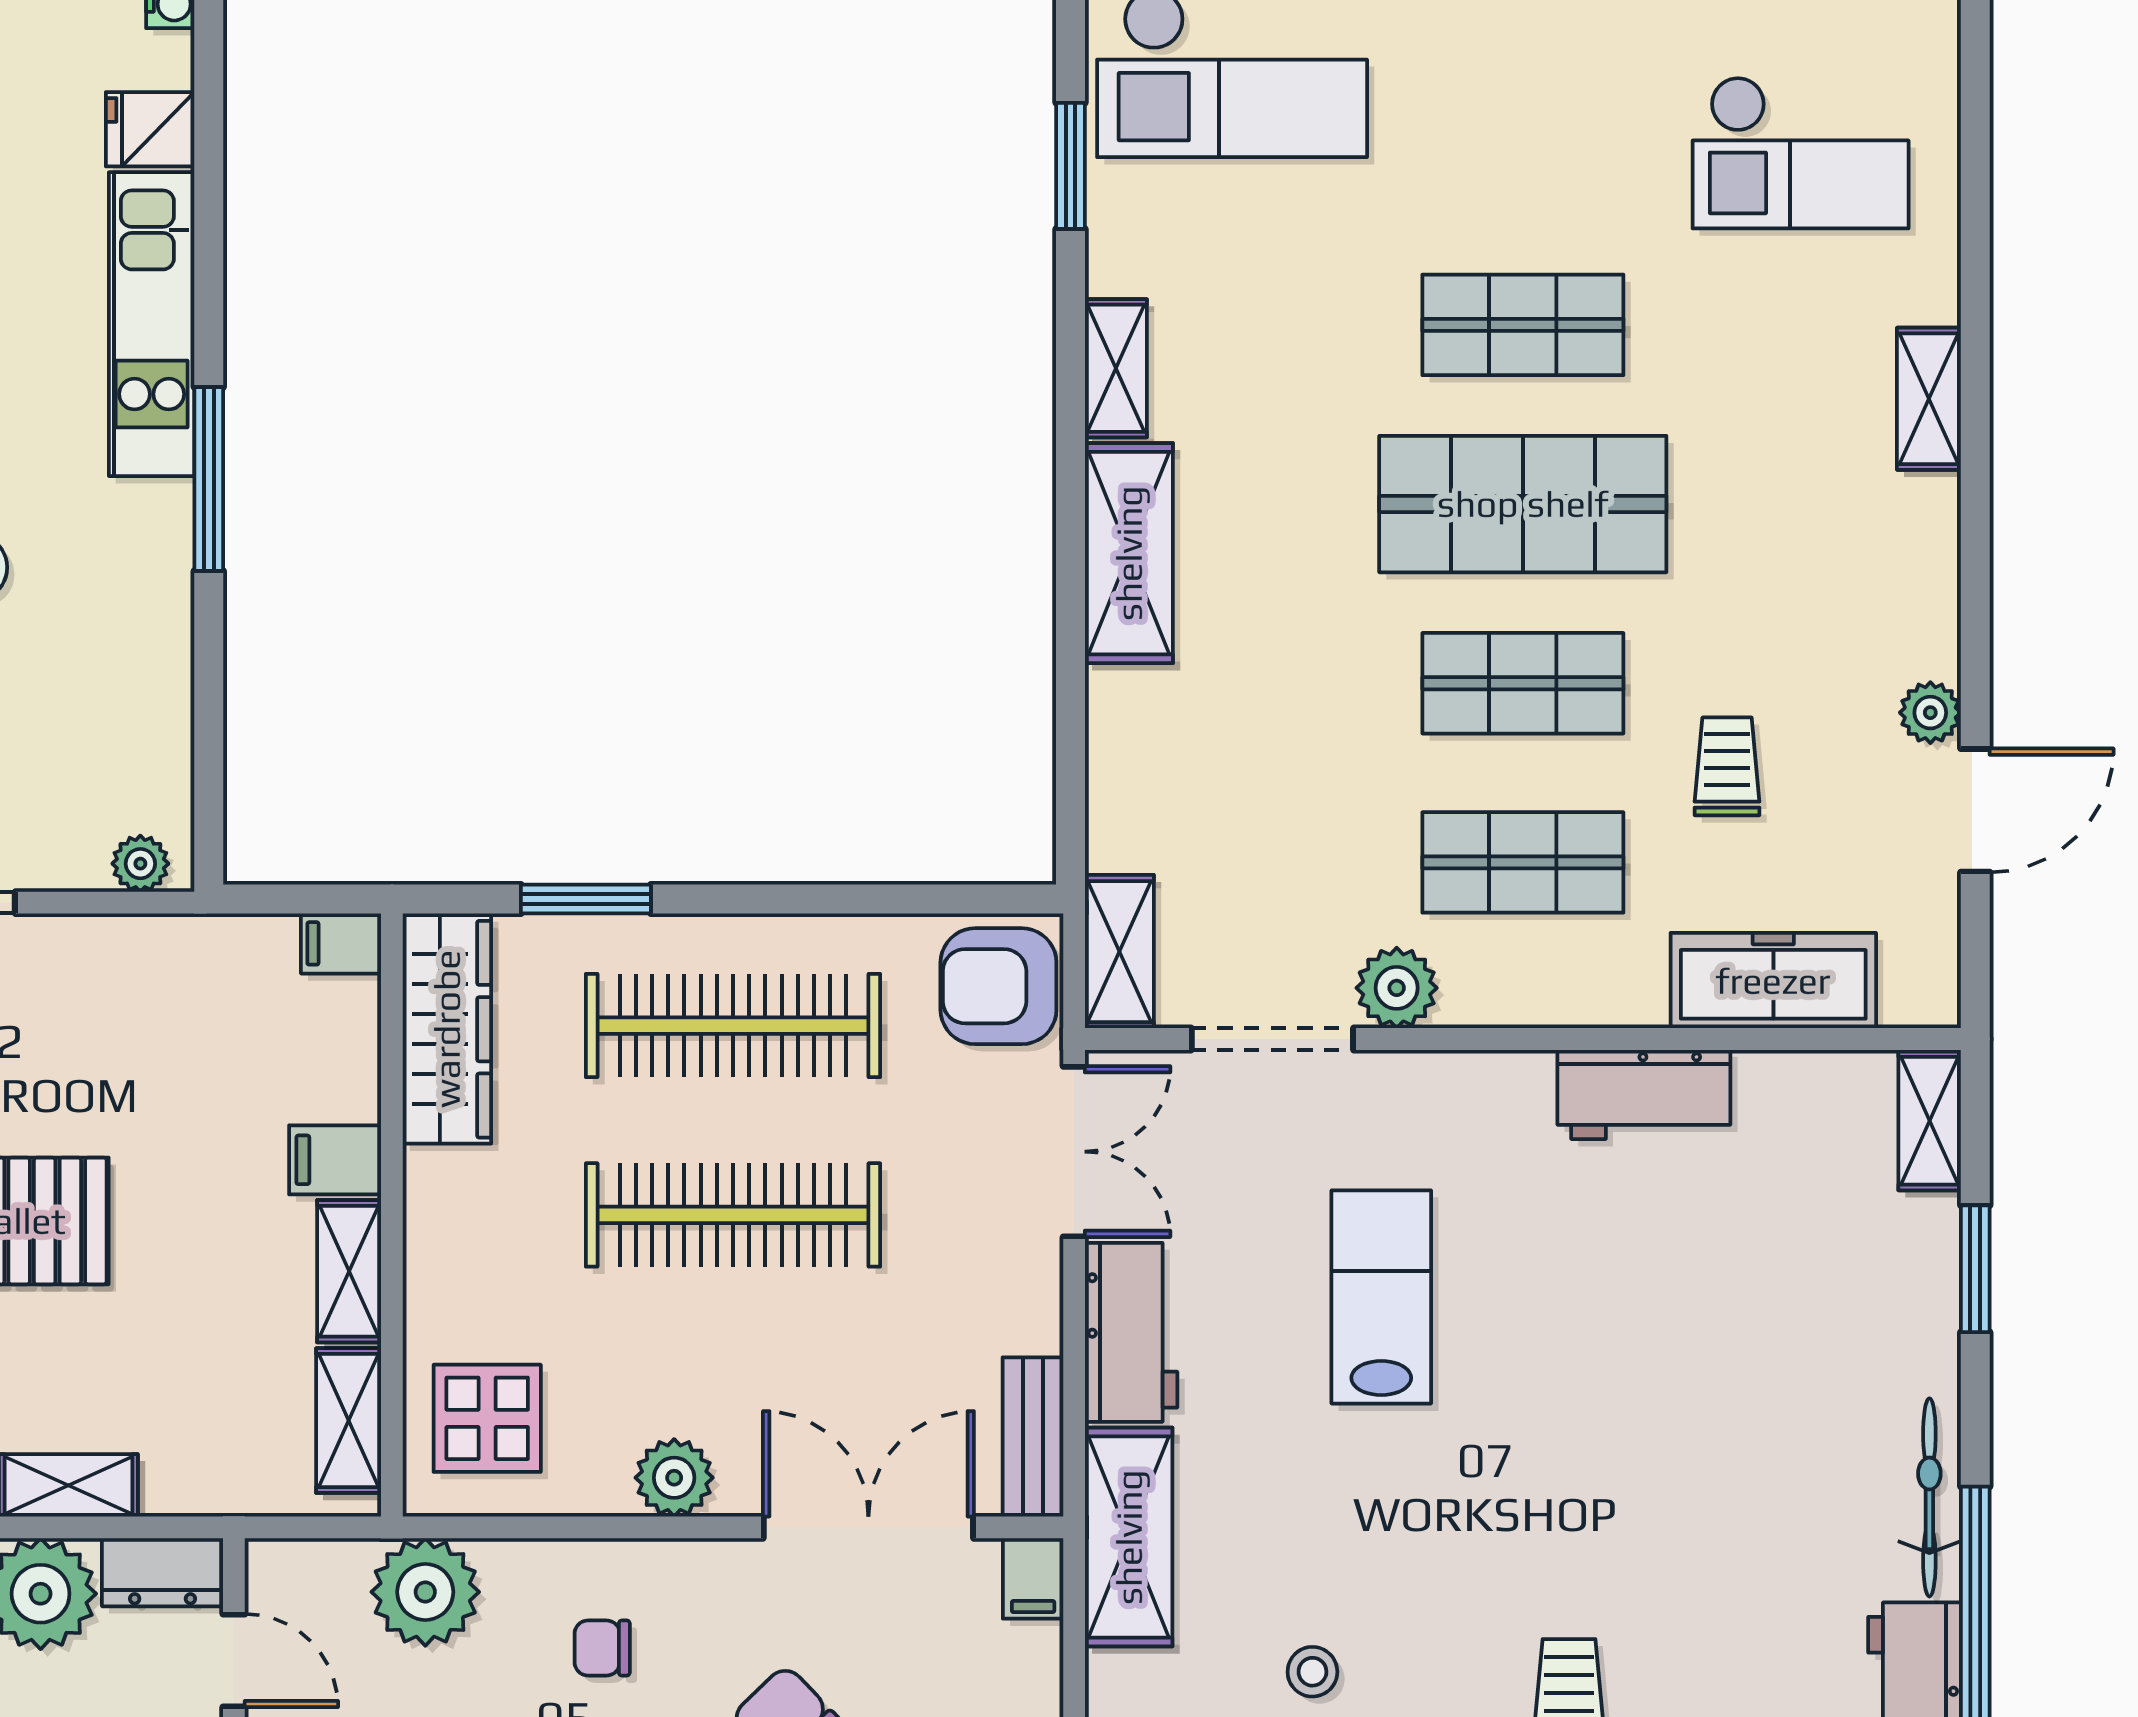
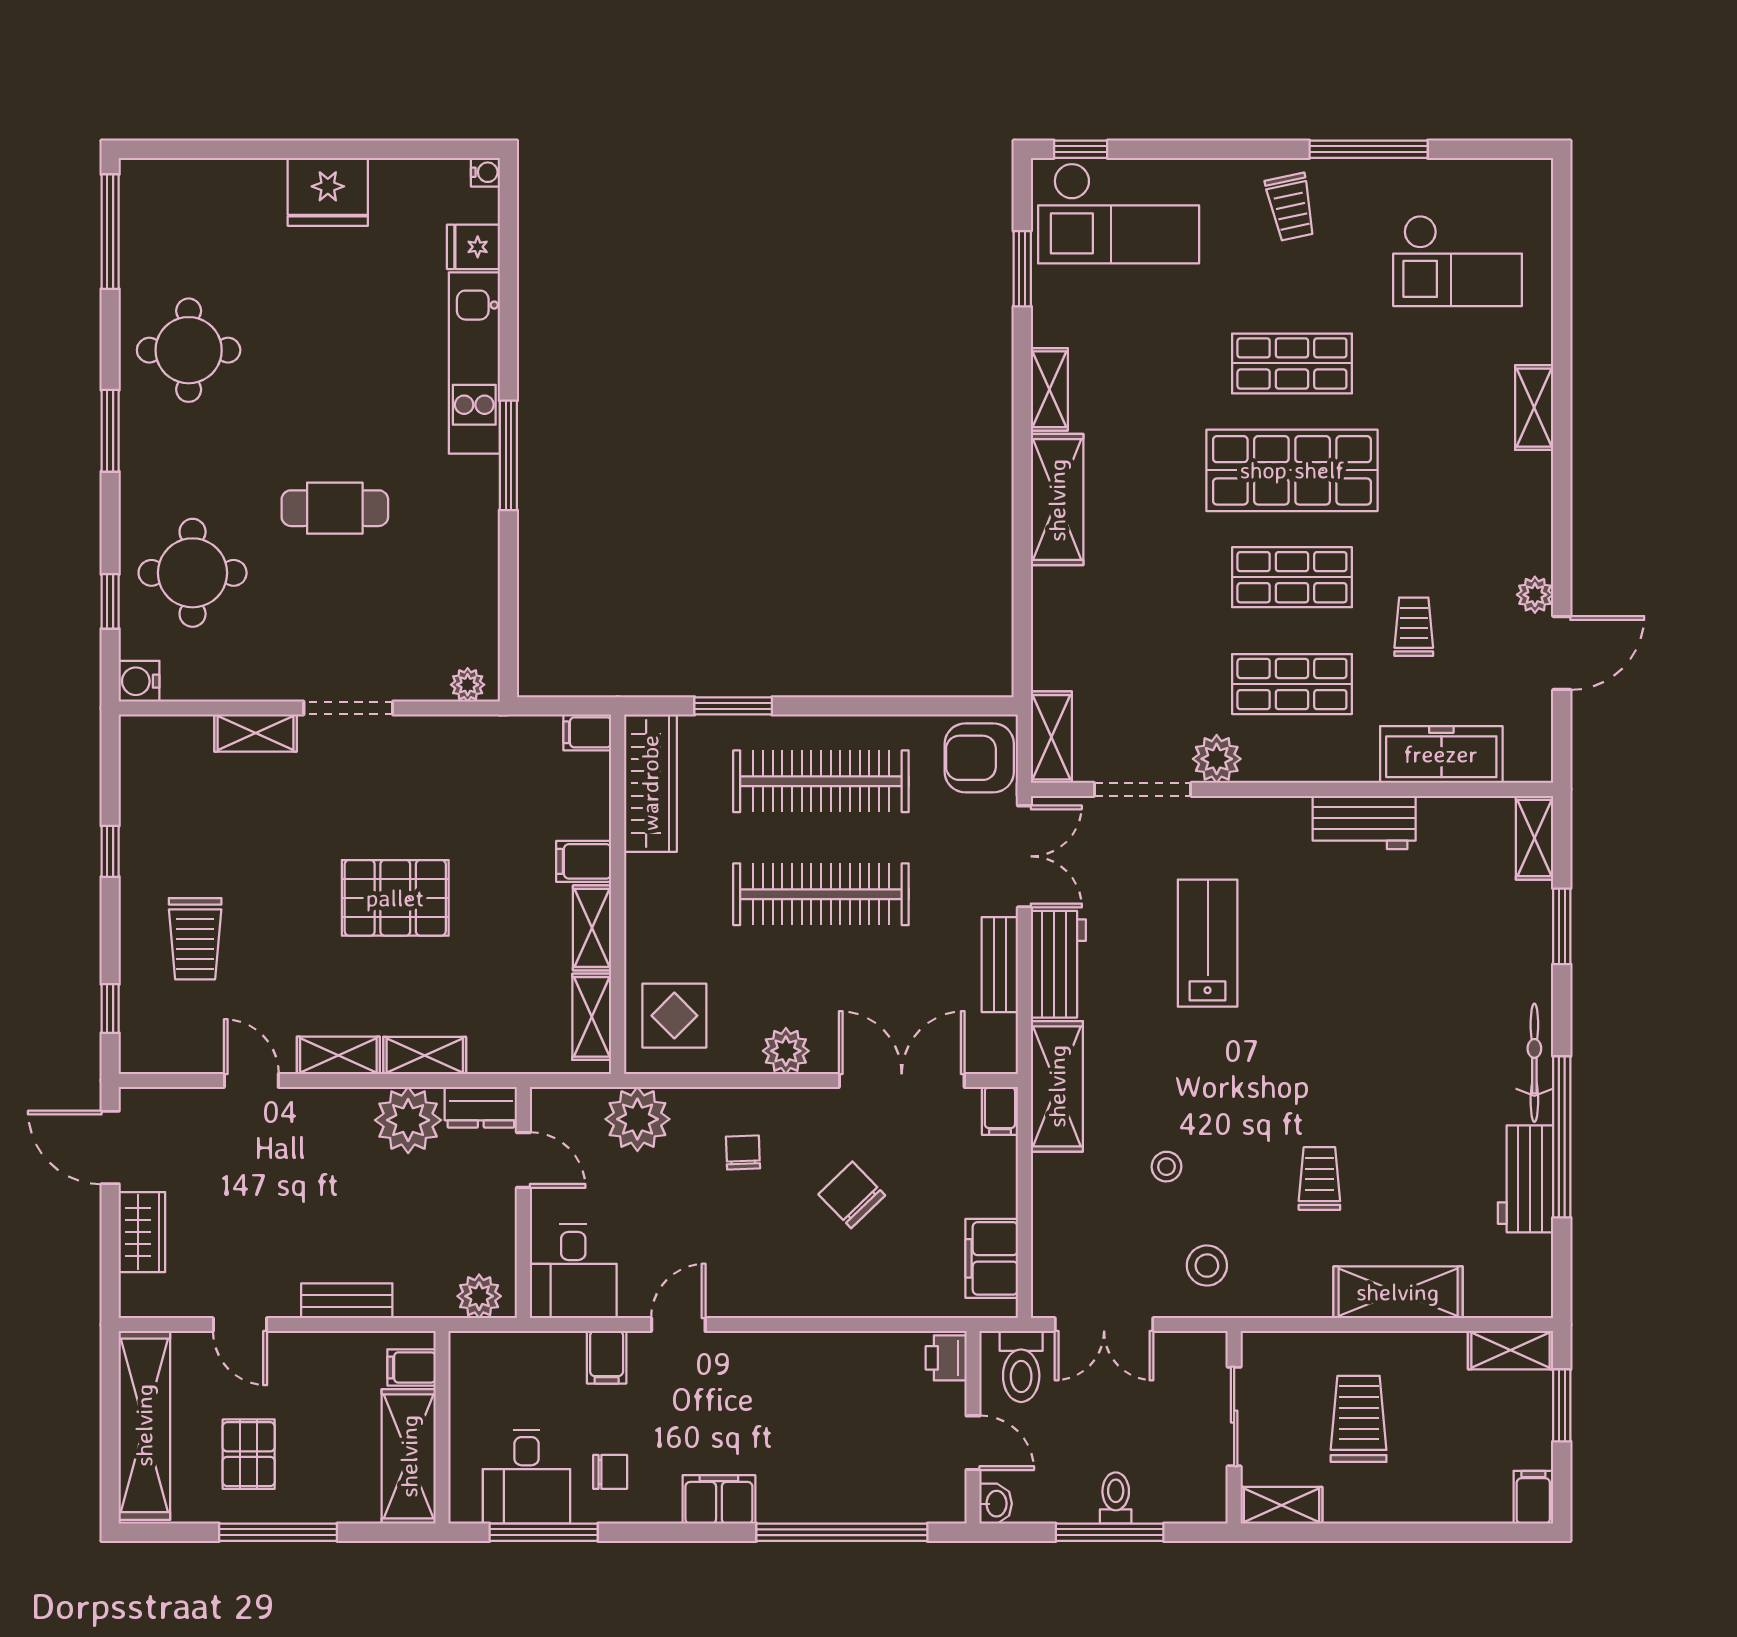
trolley: (1521, 62) -> (1291, 207), added
bench: (1033, 1437) -> (1000, 965), moved
chair: (602, 1648) -> (743, 1152), turned 88

